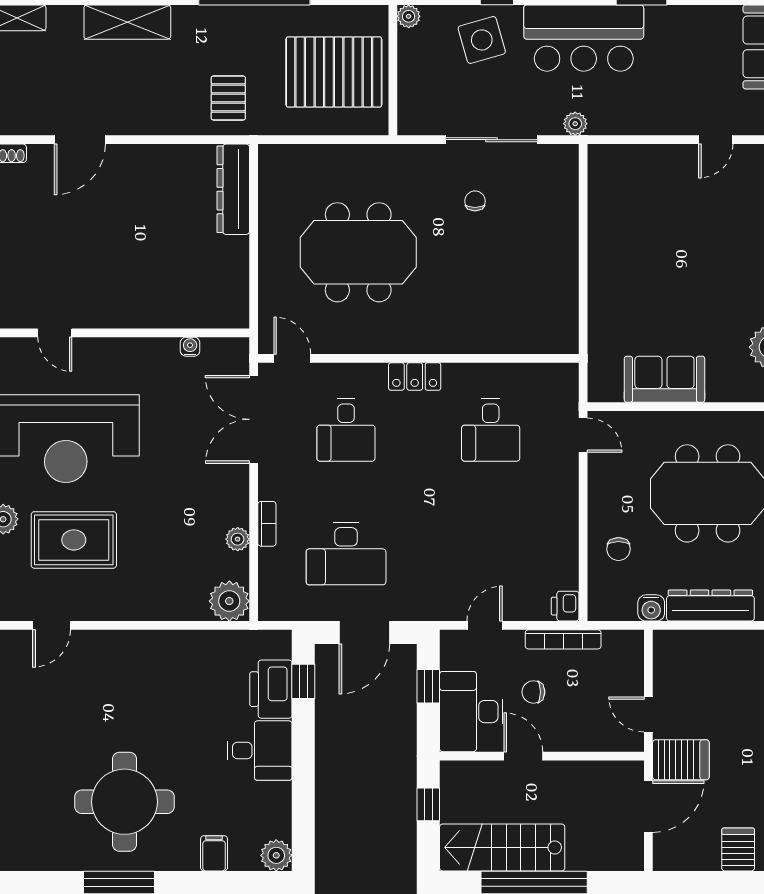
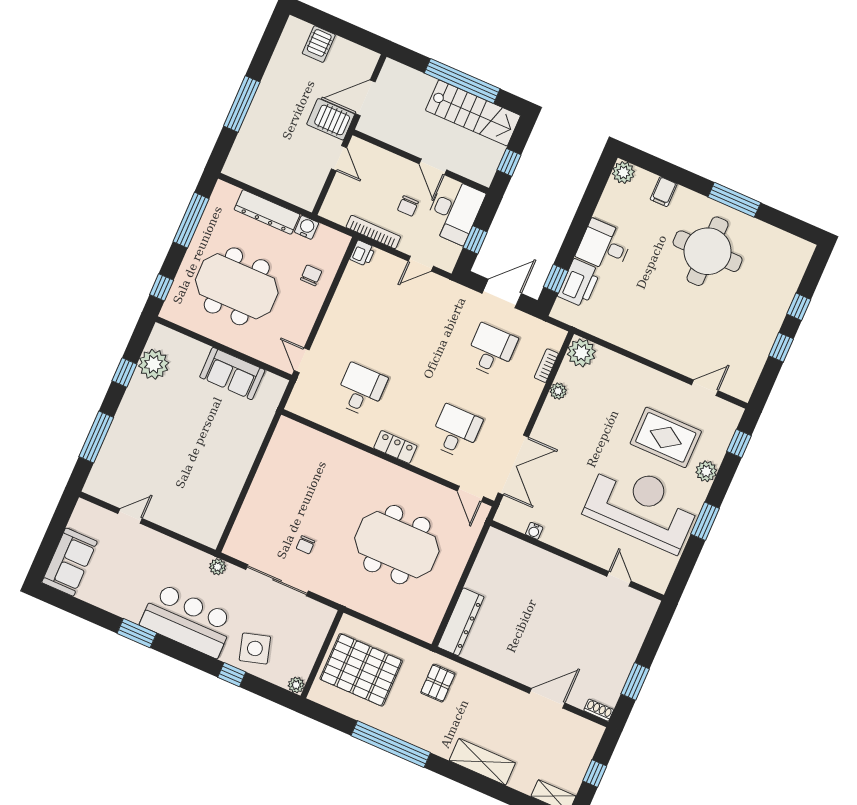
bookcase: (267, 524) -> (546, 366), moved
desk: (346, 554) -> (491, 350), width x0.73
chair: (533, 692) -> (408, 206), turned 90

